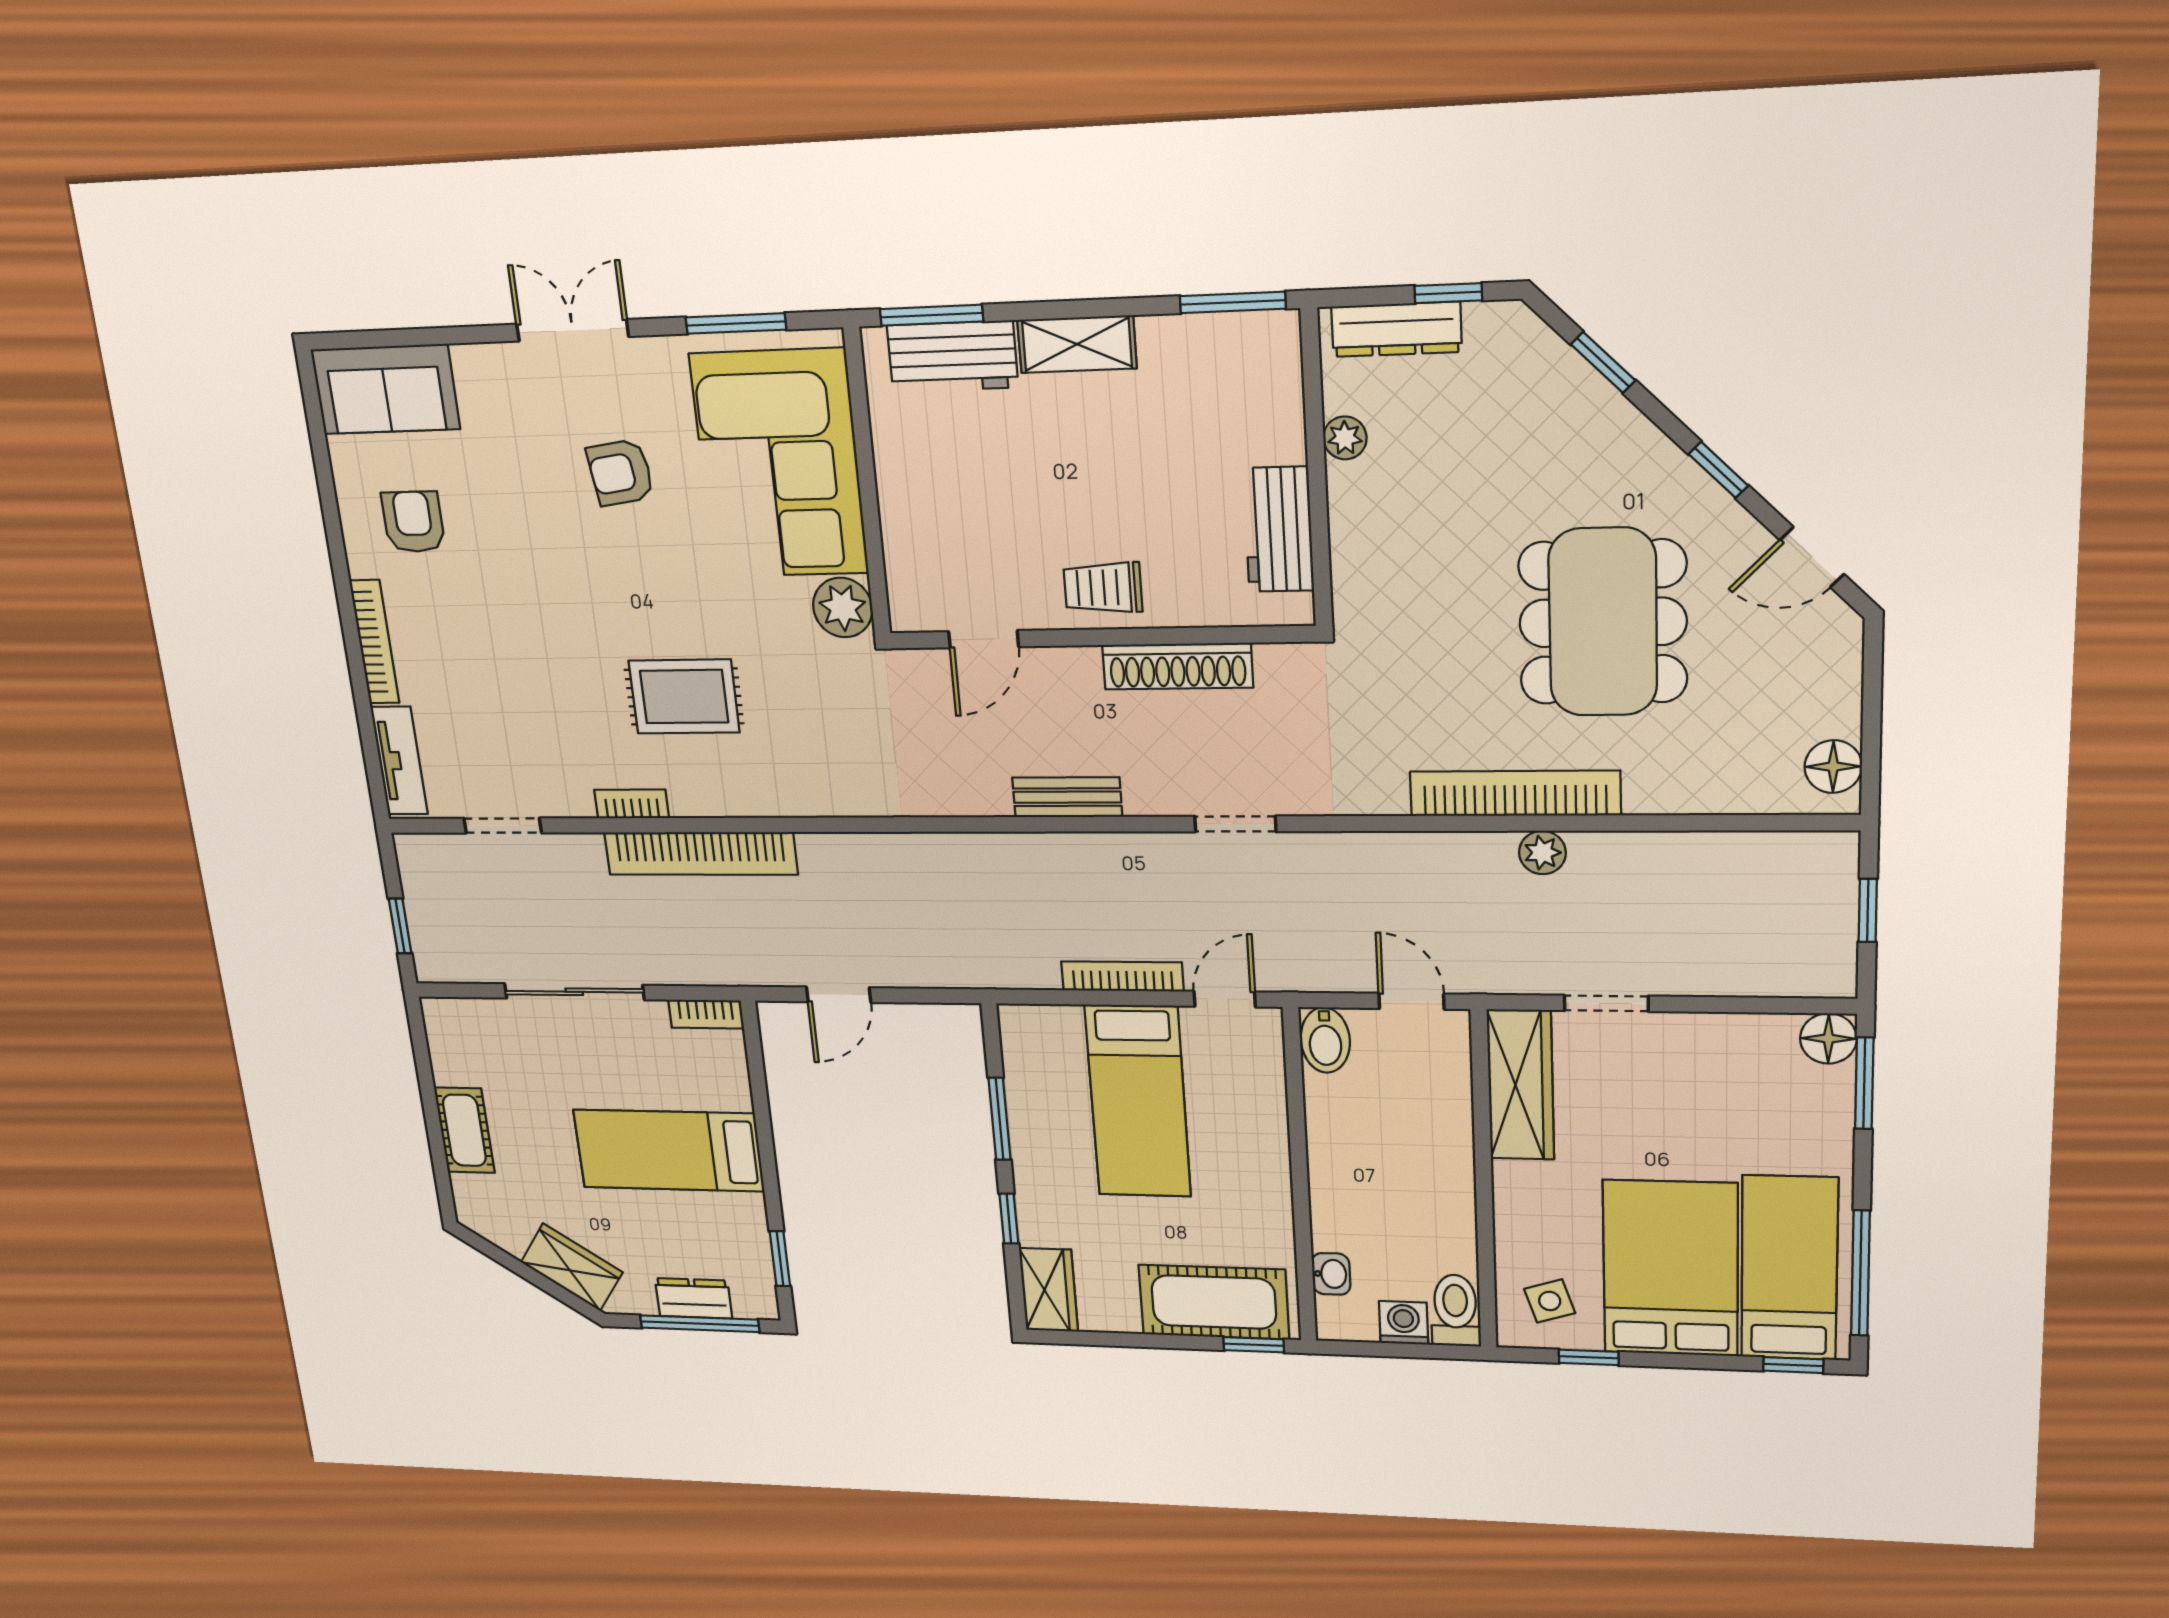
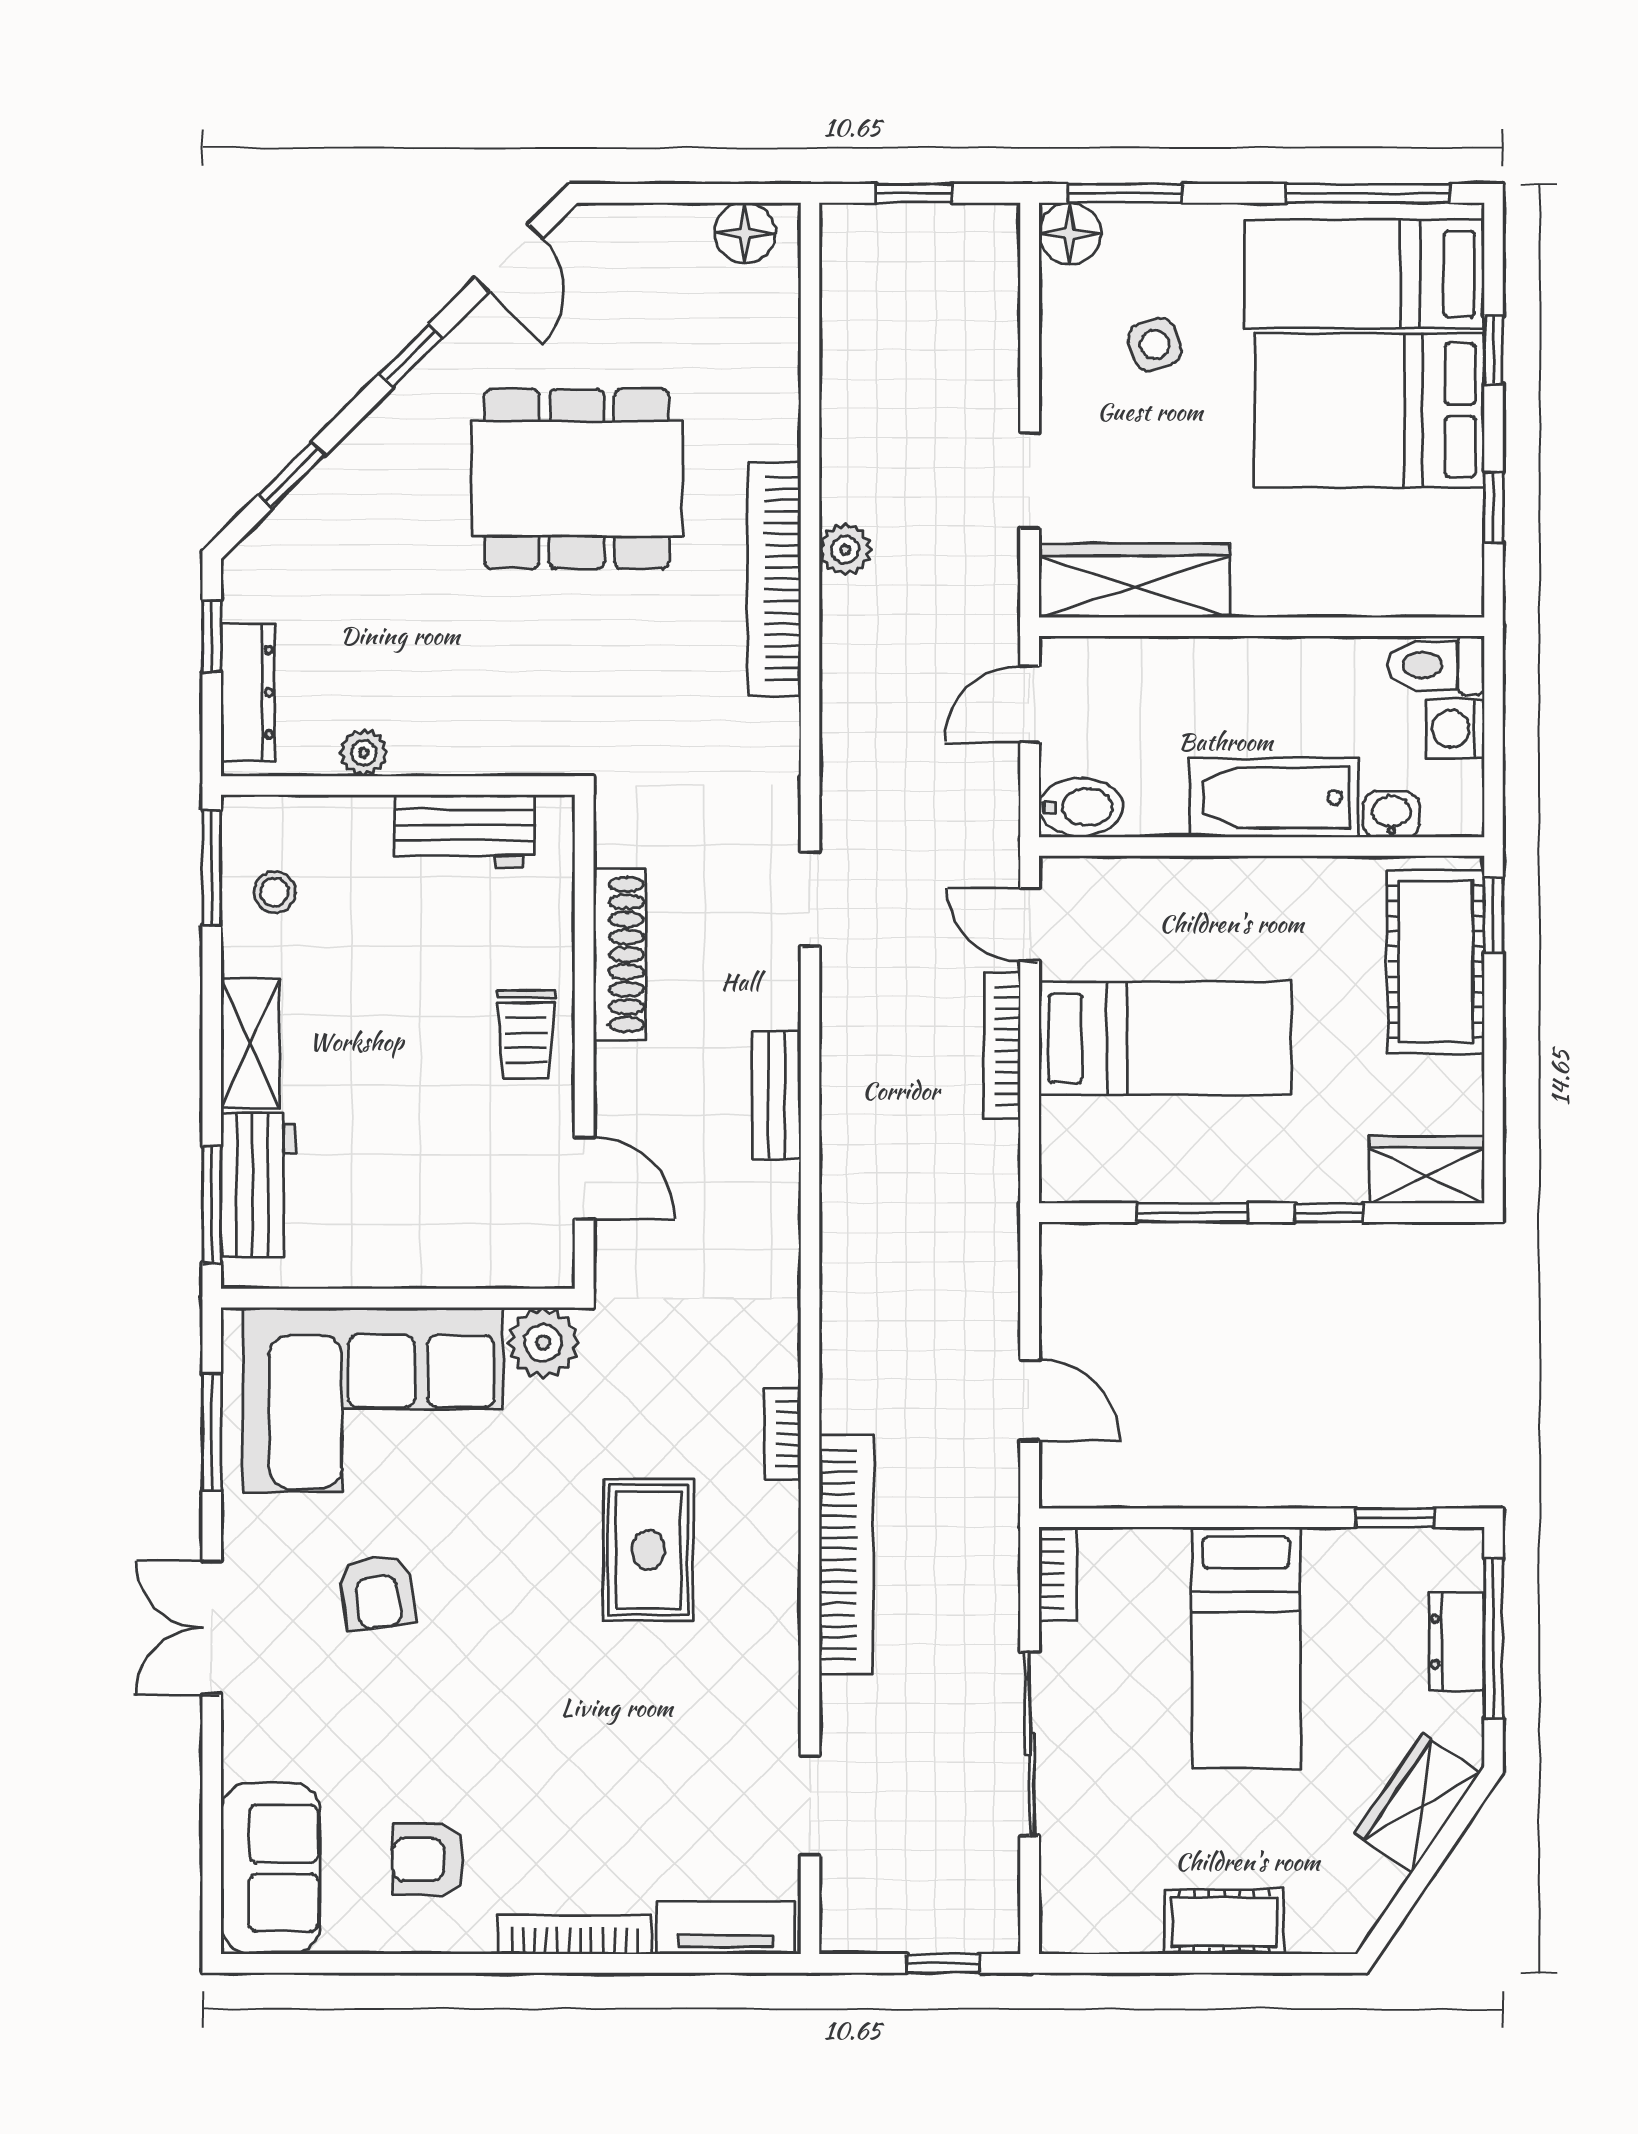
stool: (1214, 361) -> (275, 892), added
bookcase: (632, 804) -> (783, 1434), moved
bathtub: (1341, 1187) -> (1274, 797), added
side table: (1550, 1301) -> (1155, 344), moved
window: (1793, 1365) -> (1494, 350), moved

